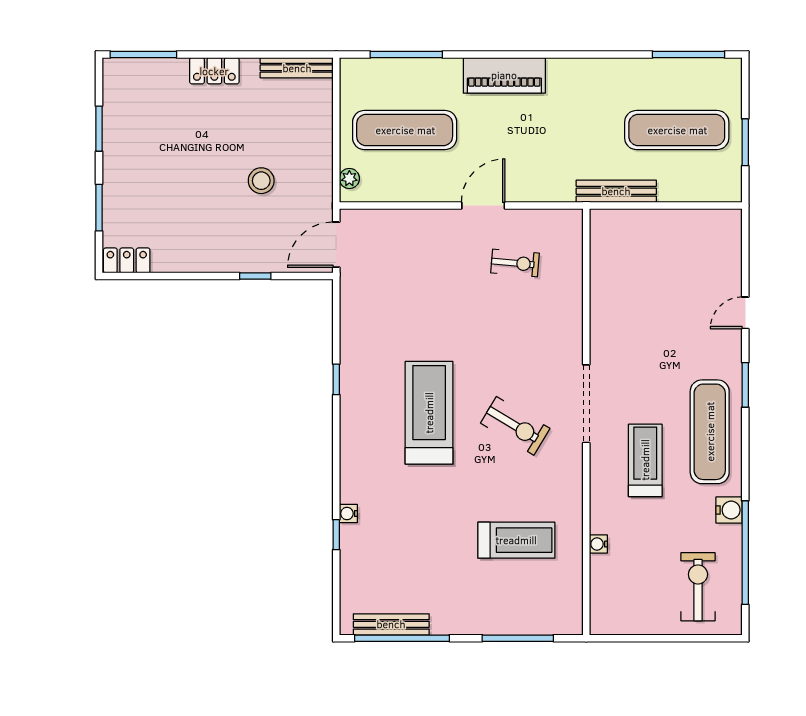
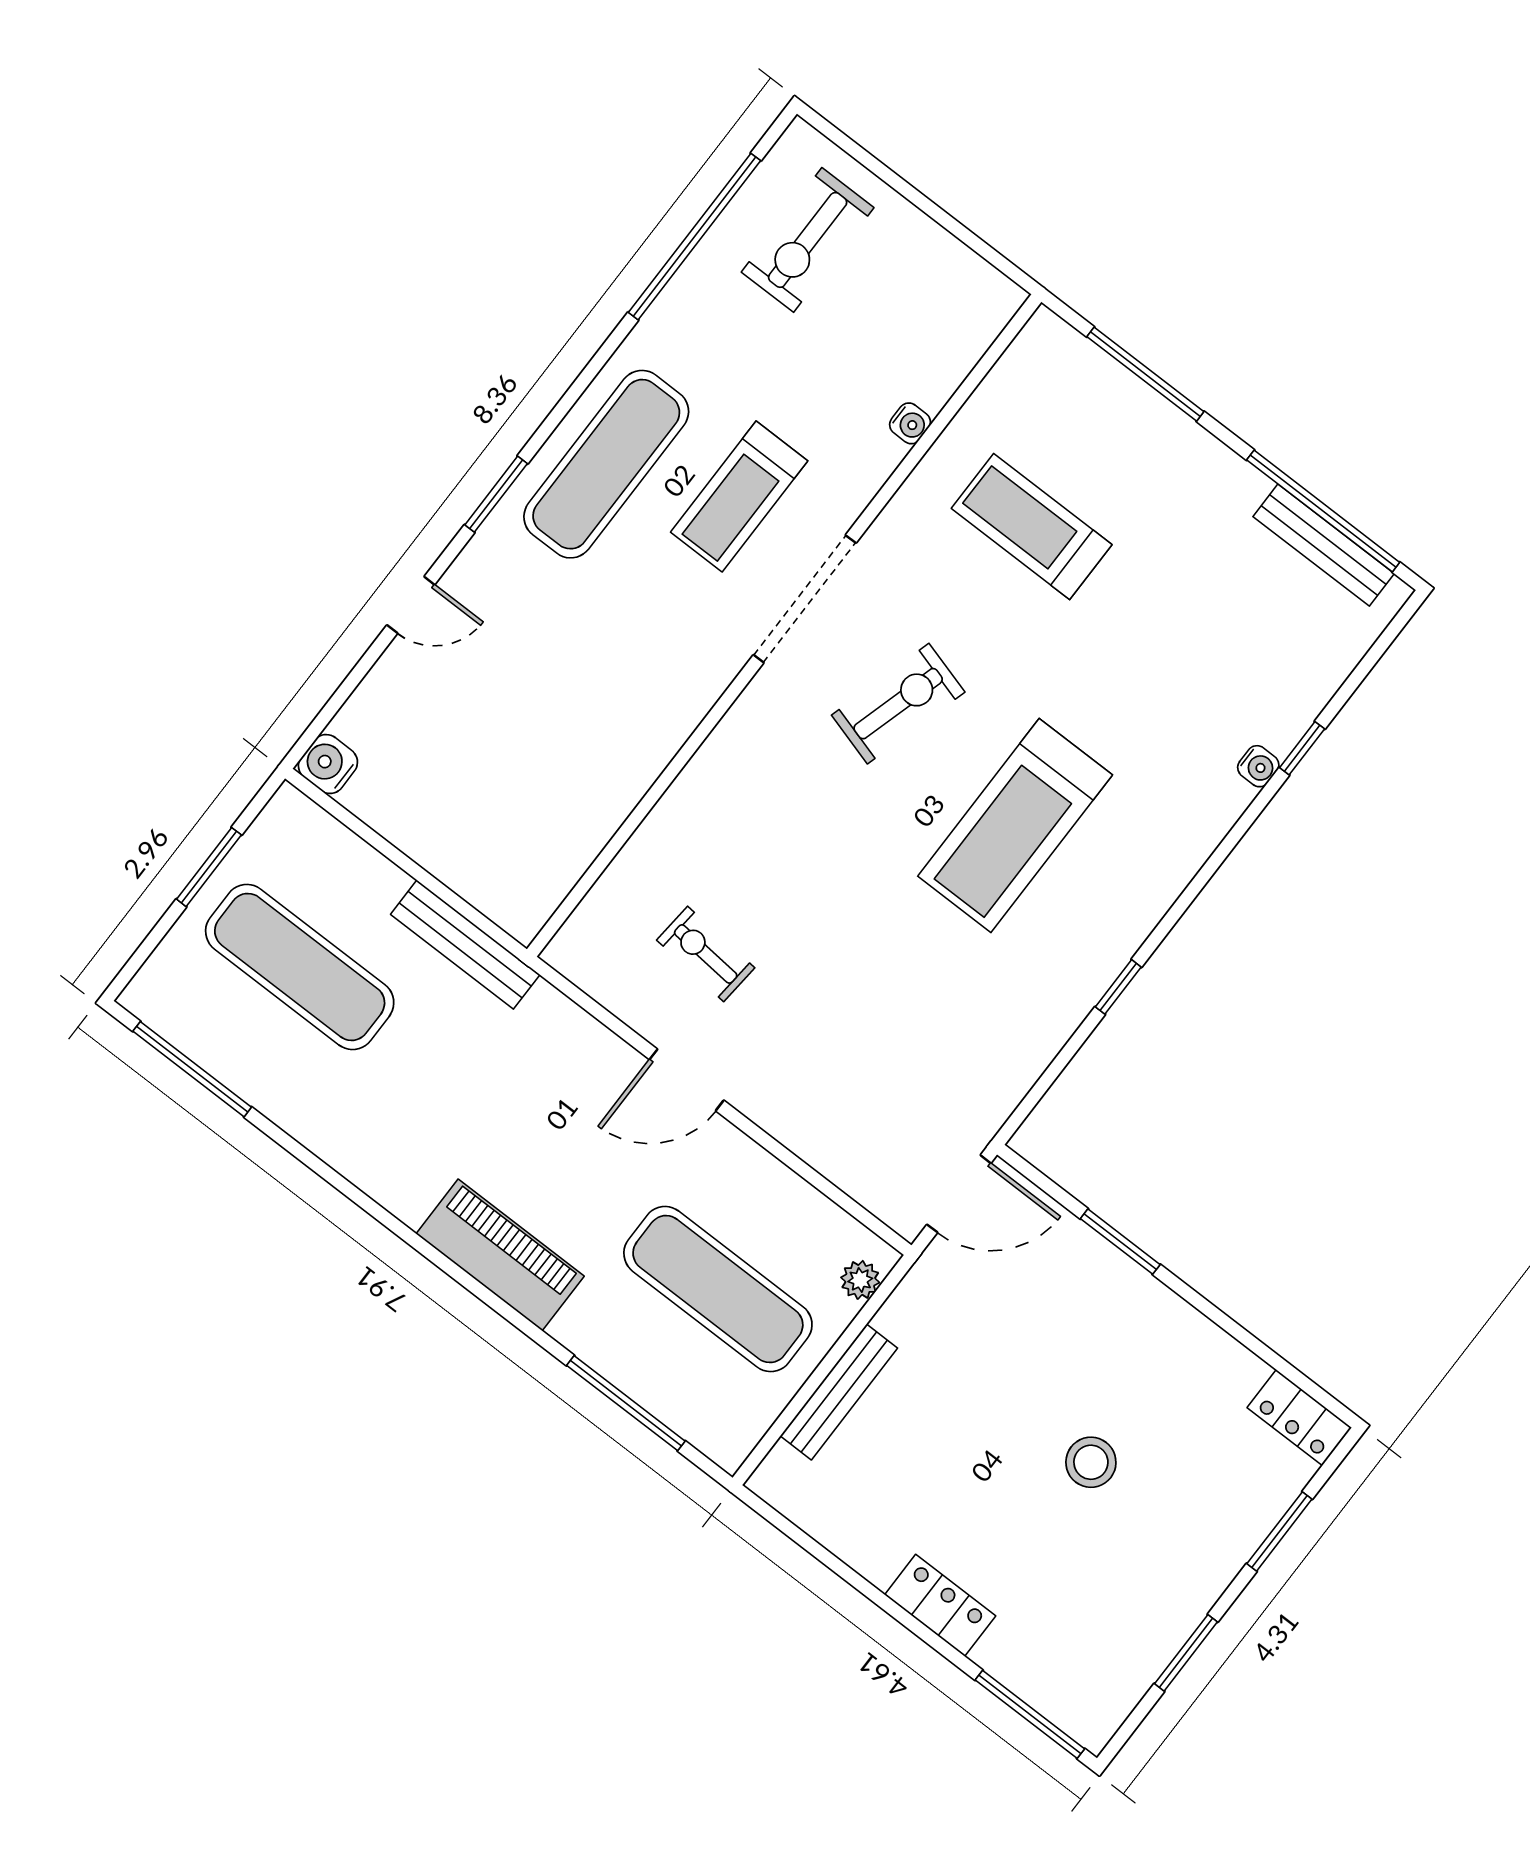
bench: (297, 68) -> (839, 1392), moved, turned 90
stool: (261, 181) -> (1091, 1462), moved
window: (255, 276) -> (1120, 1242), width x1.50
doorway: (586, 404) -> (805, 599), moved
exercise bike: (515, 426) -> (898, 704), turned 75
water cooler: (729, 510) -> (328, 764), moved

